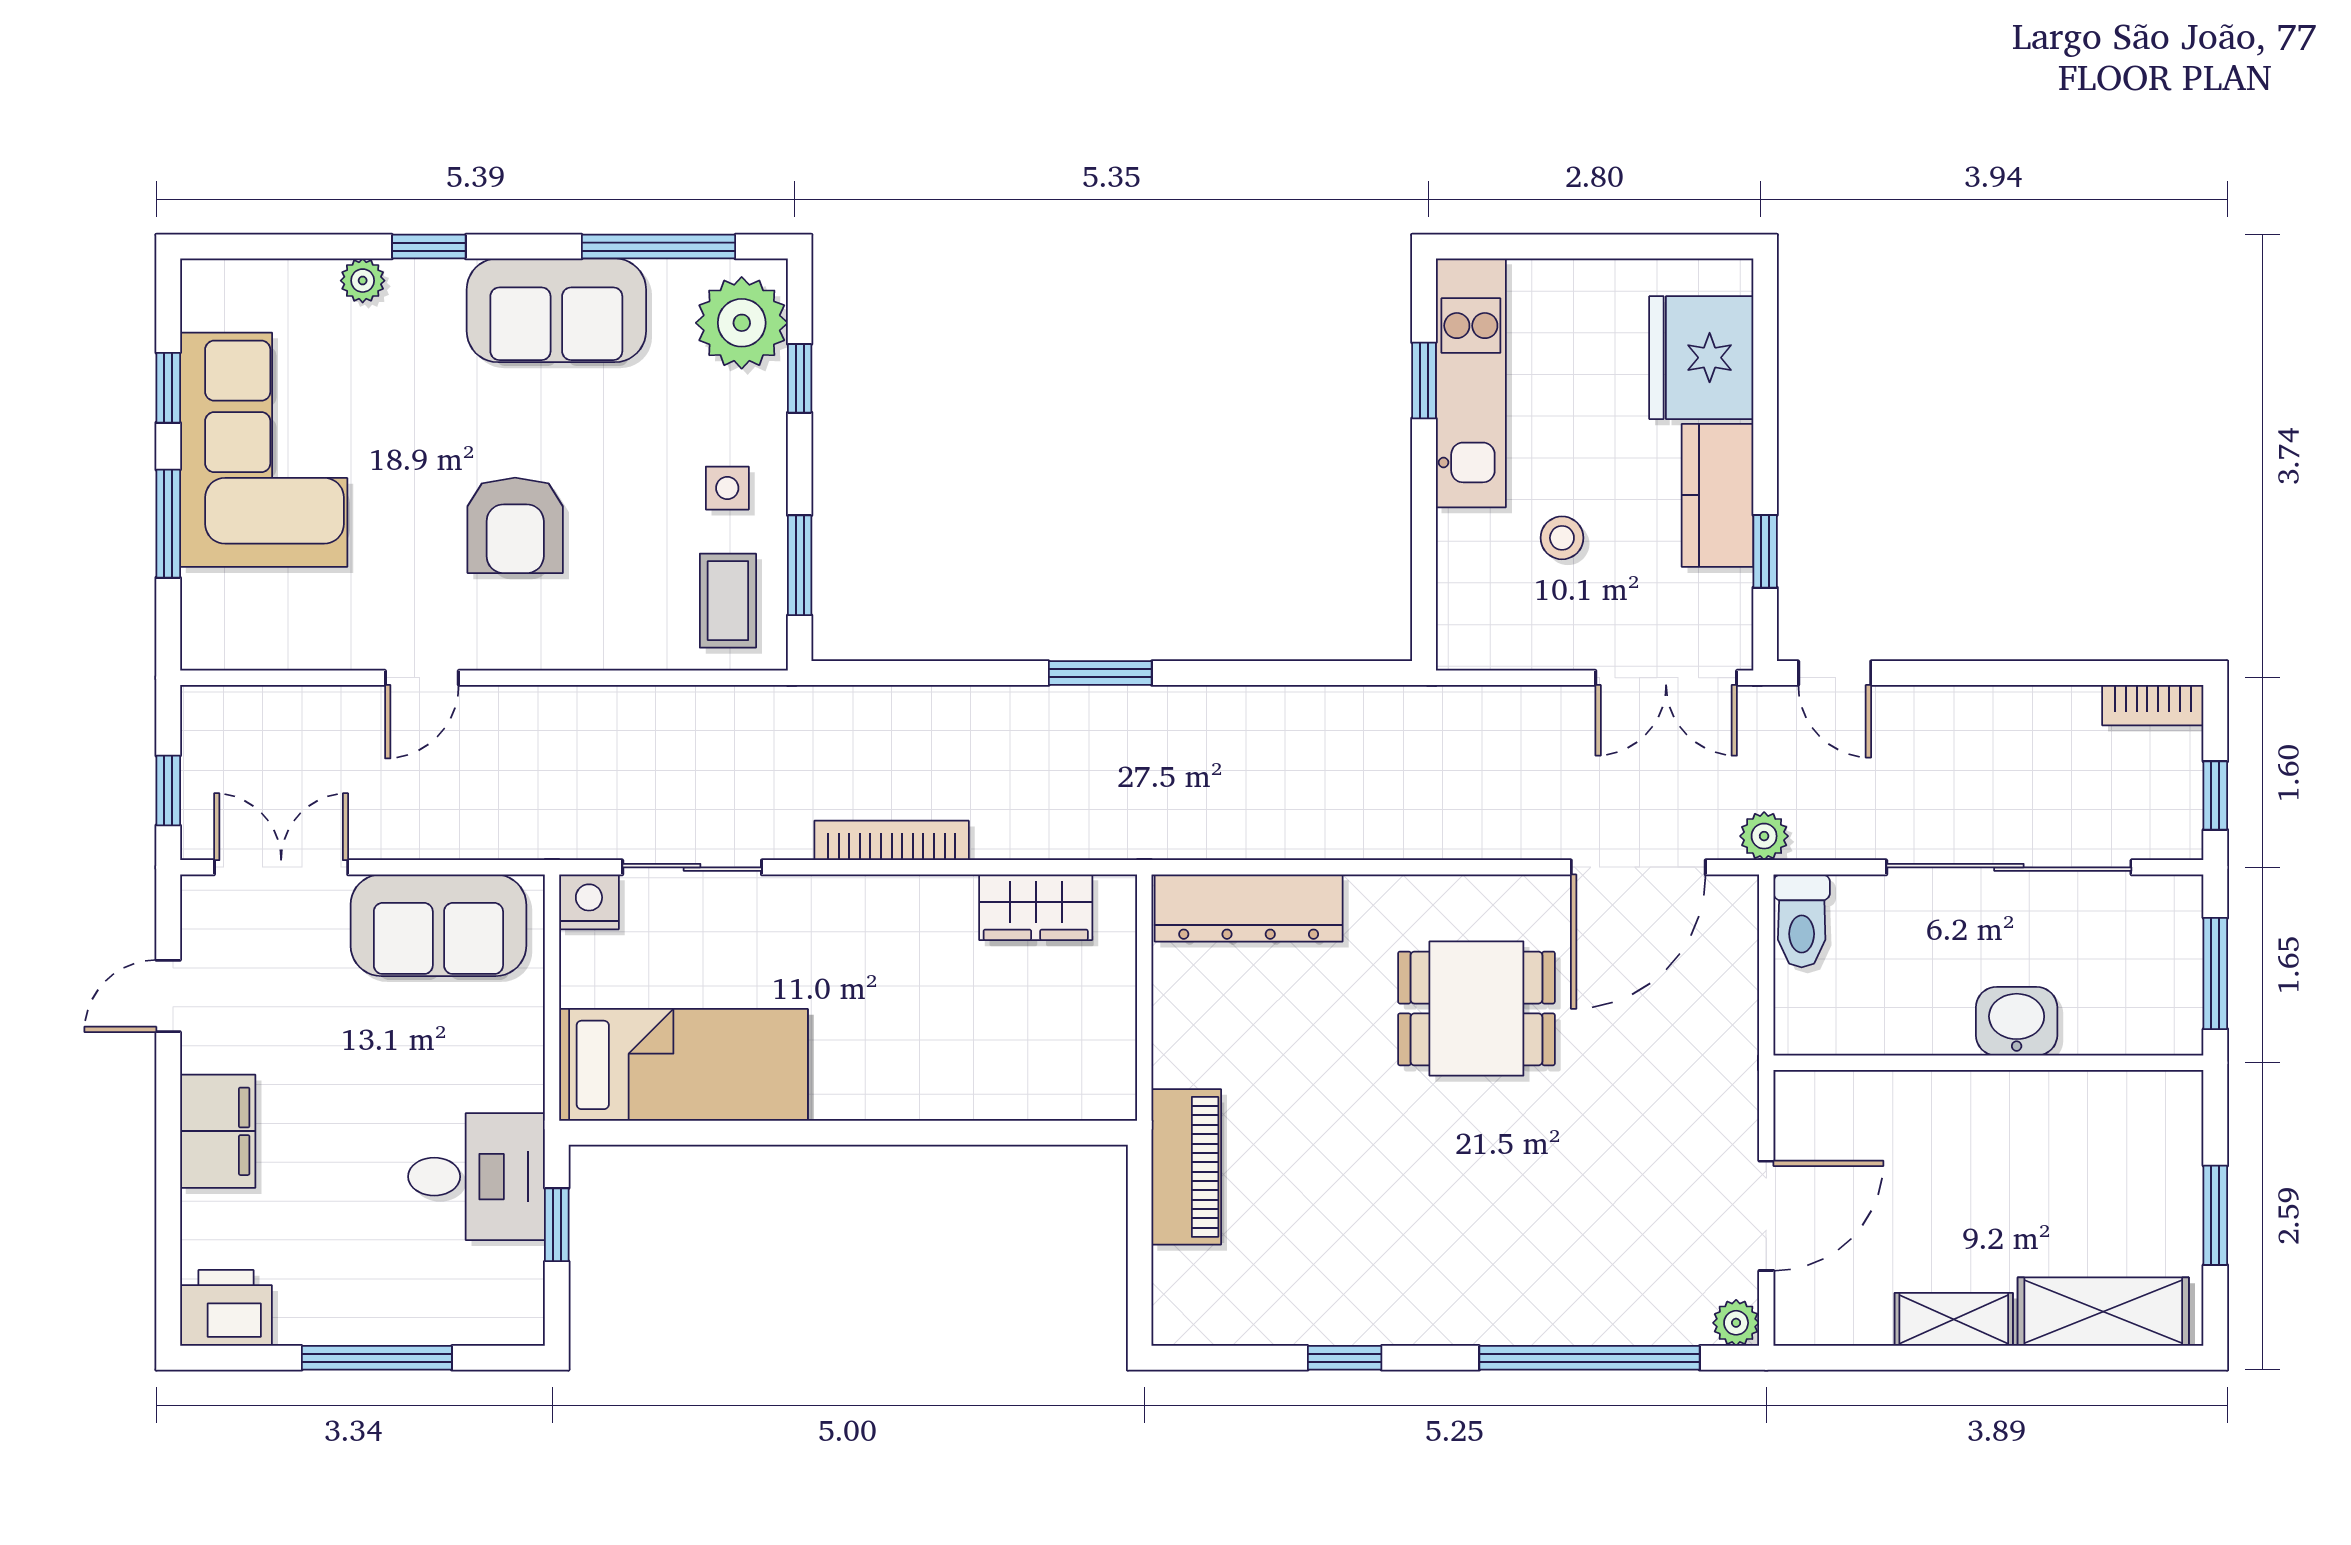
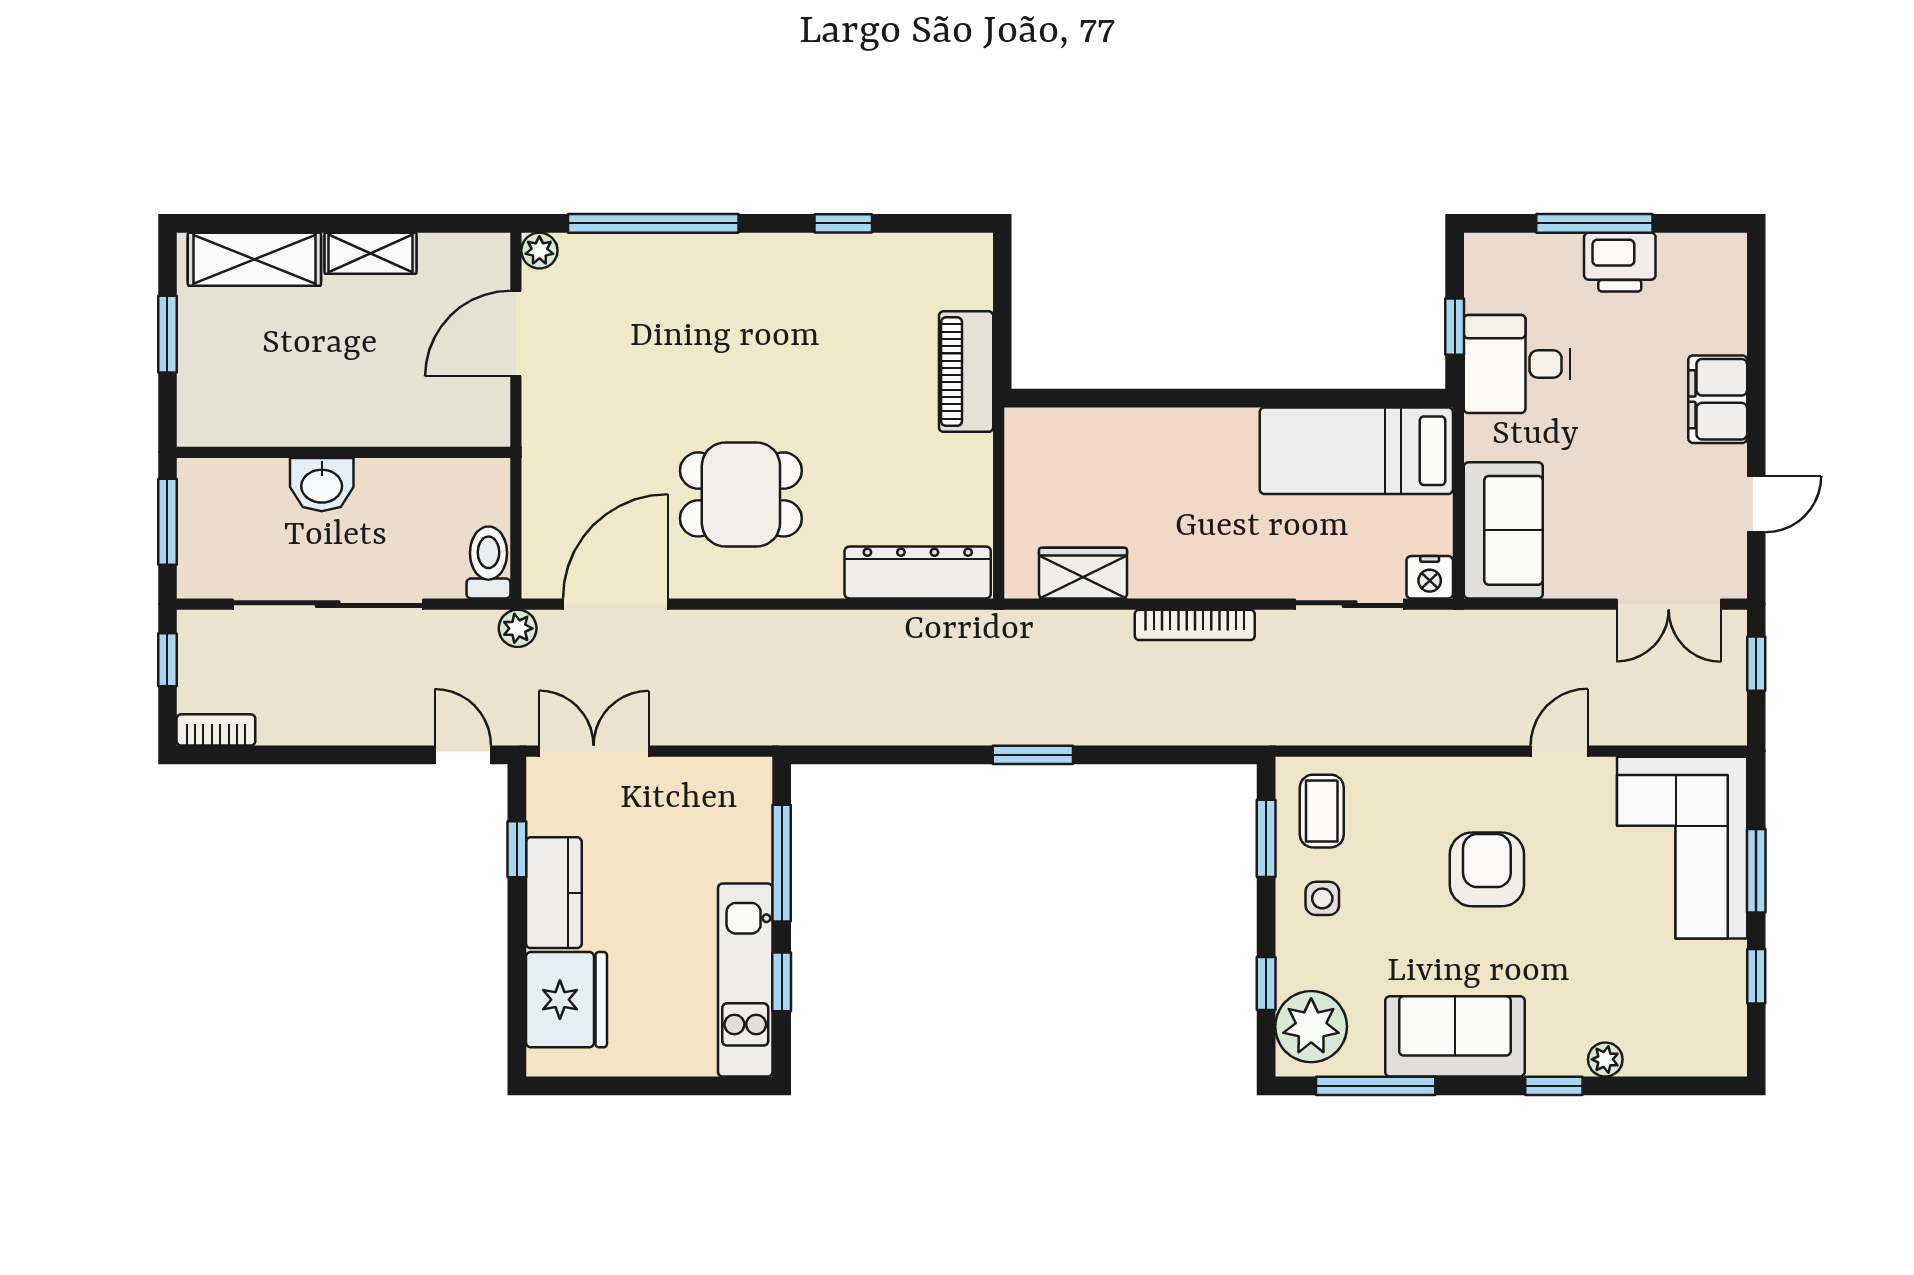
corner sofa: (264, 450) -> (1682, 848), moved
window: (1424, 533) -> (782, 863), added
stool: (1562, 538) -> (675, 860), removed
sofa: (438, 925) -> (1503, 530), moved, turned 90
printer: (226, 1308) -> (1620, 262), moved

